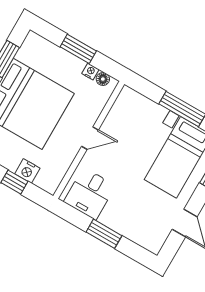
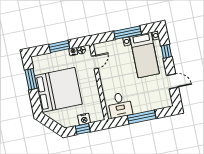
door: (90, 138) -> (95, 62), moved
window: (104, 234) -> (142, 117), width x1.44

